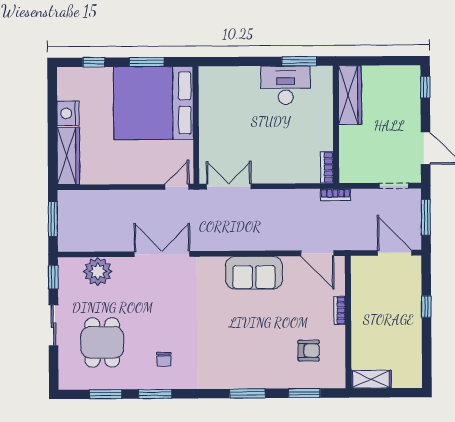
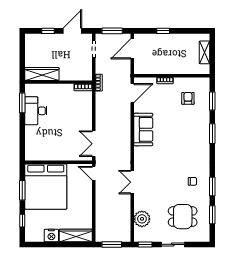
window: (425, 87) -> (48, 31), moved
double door: (162, 254) -> (132, 182), width x0.73
shelving: (371, 379) -> (205, 52), moved

